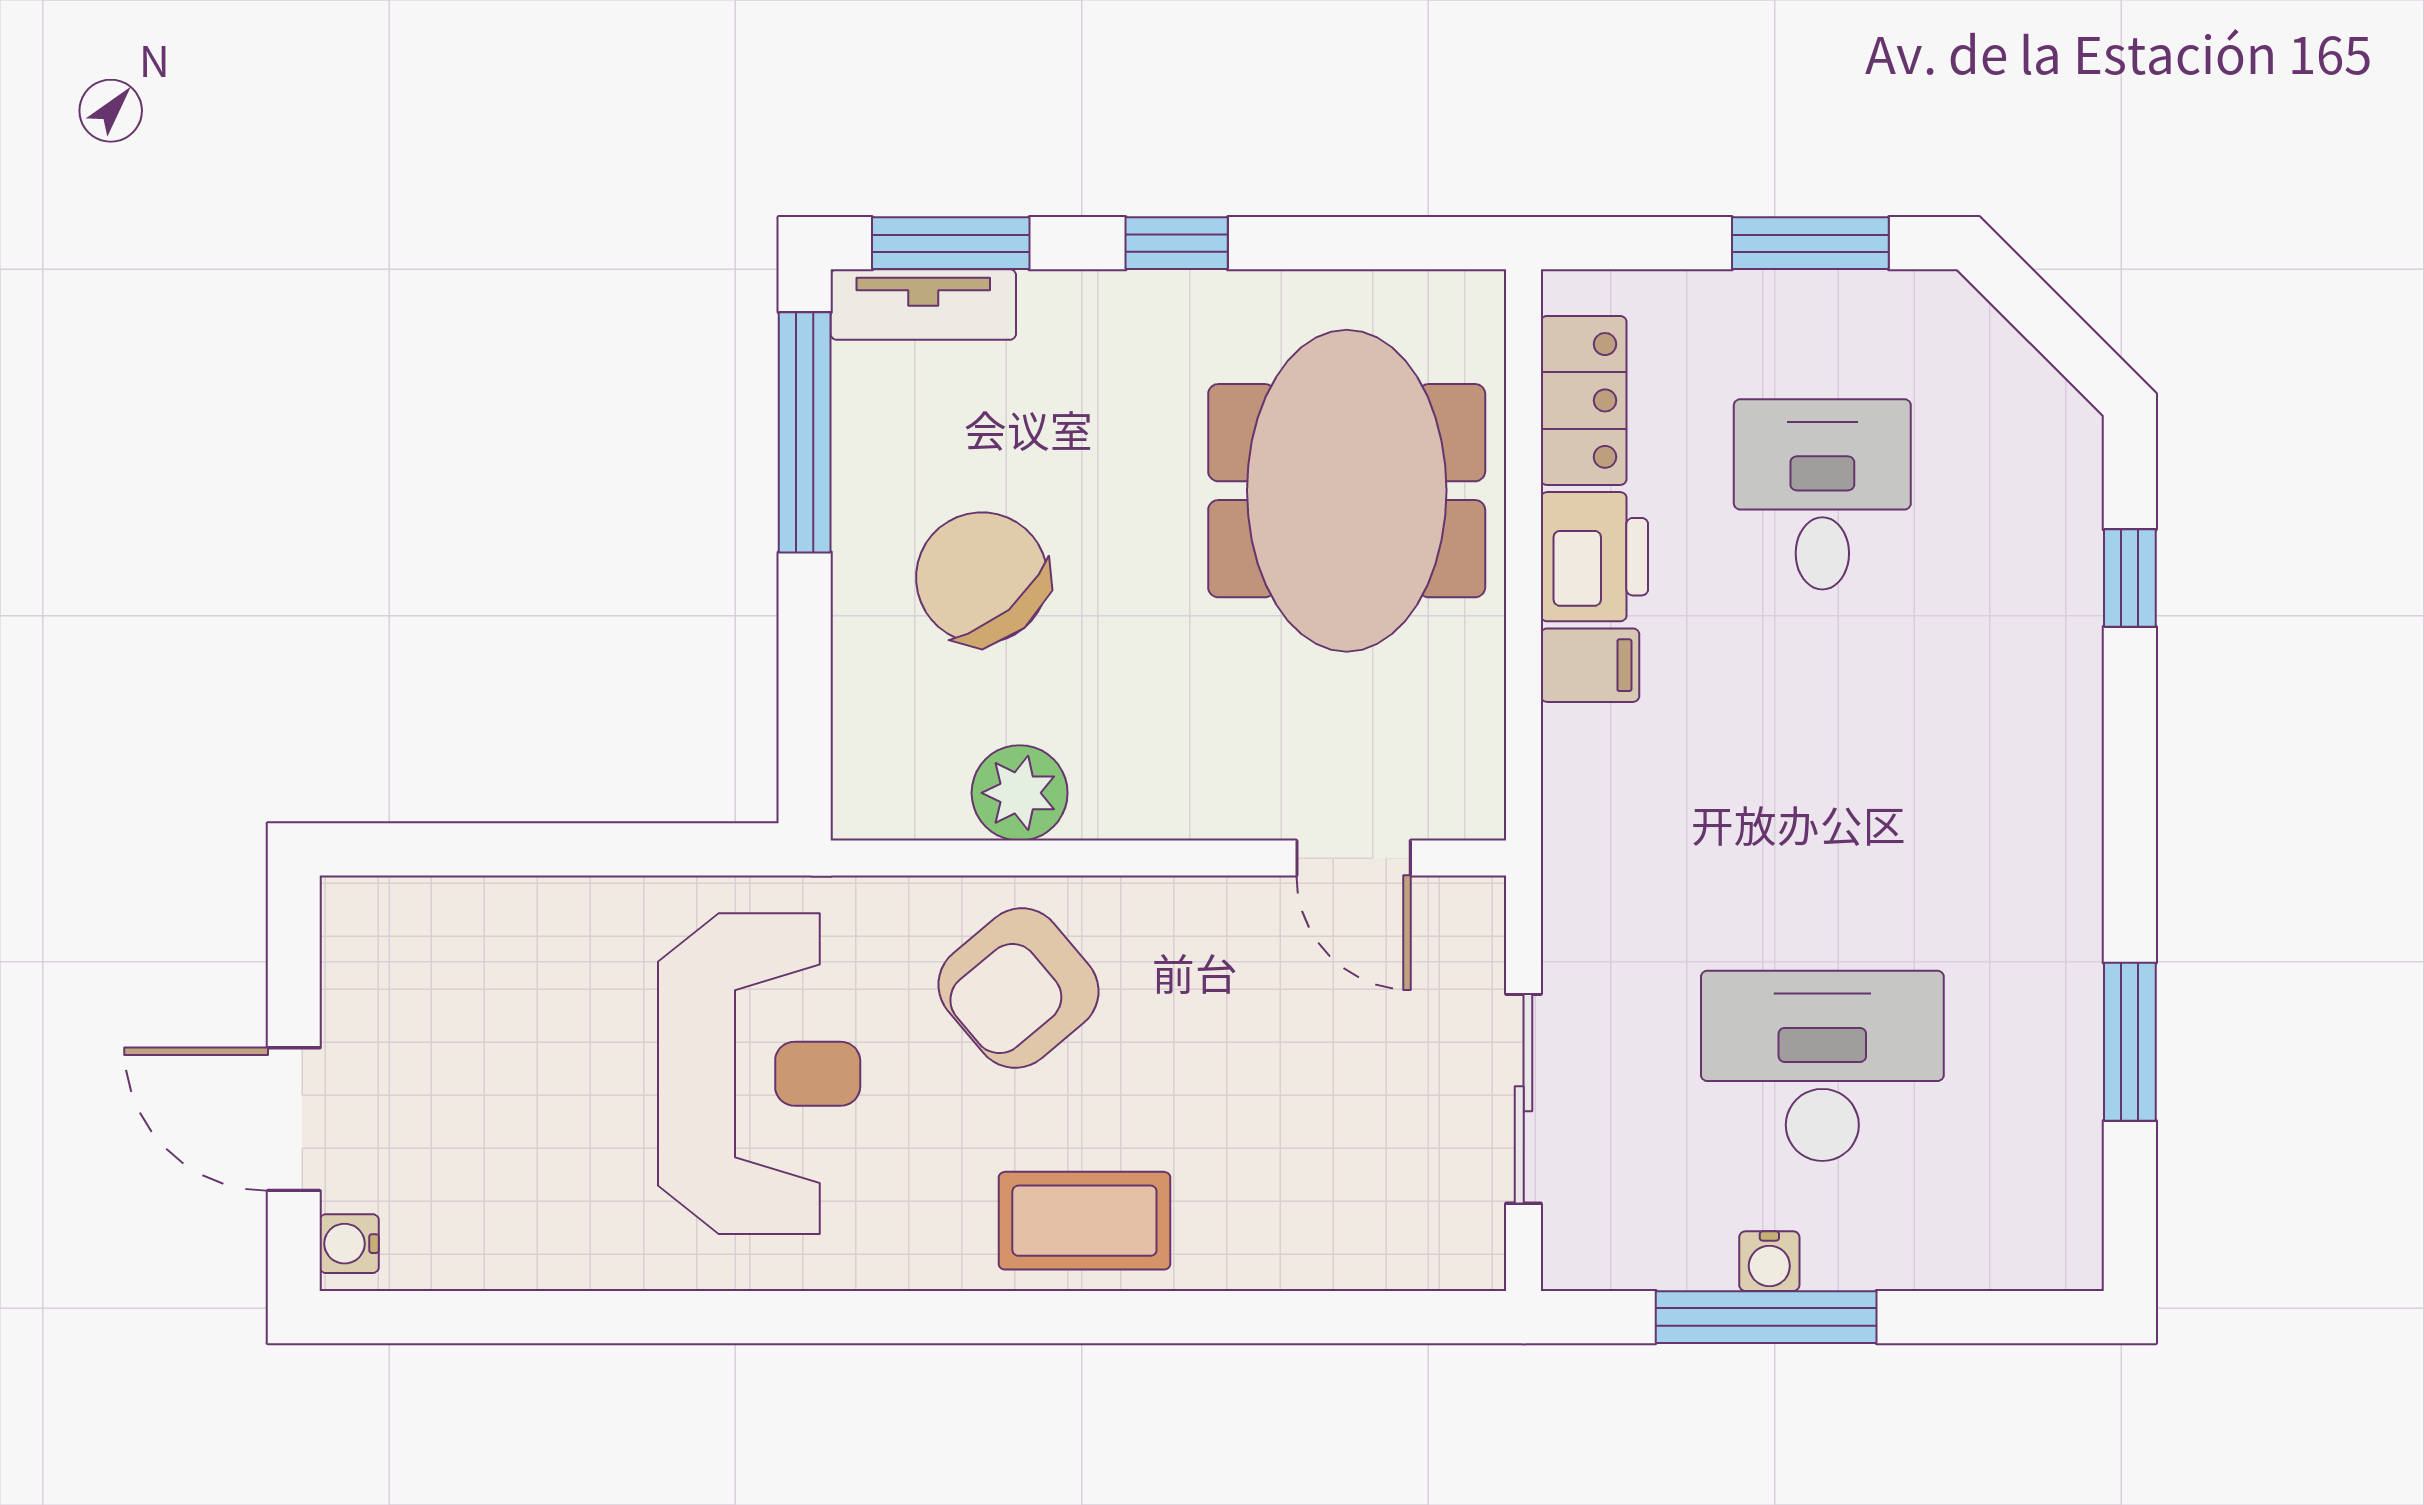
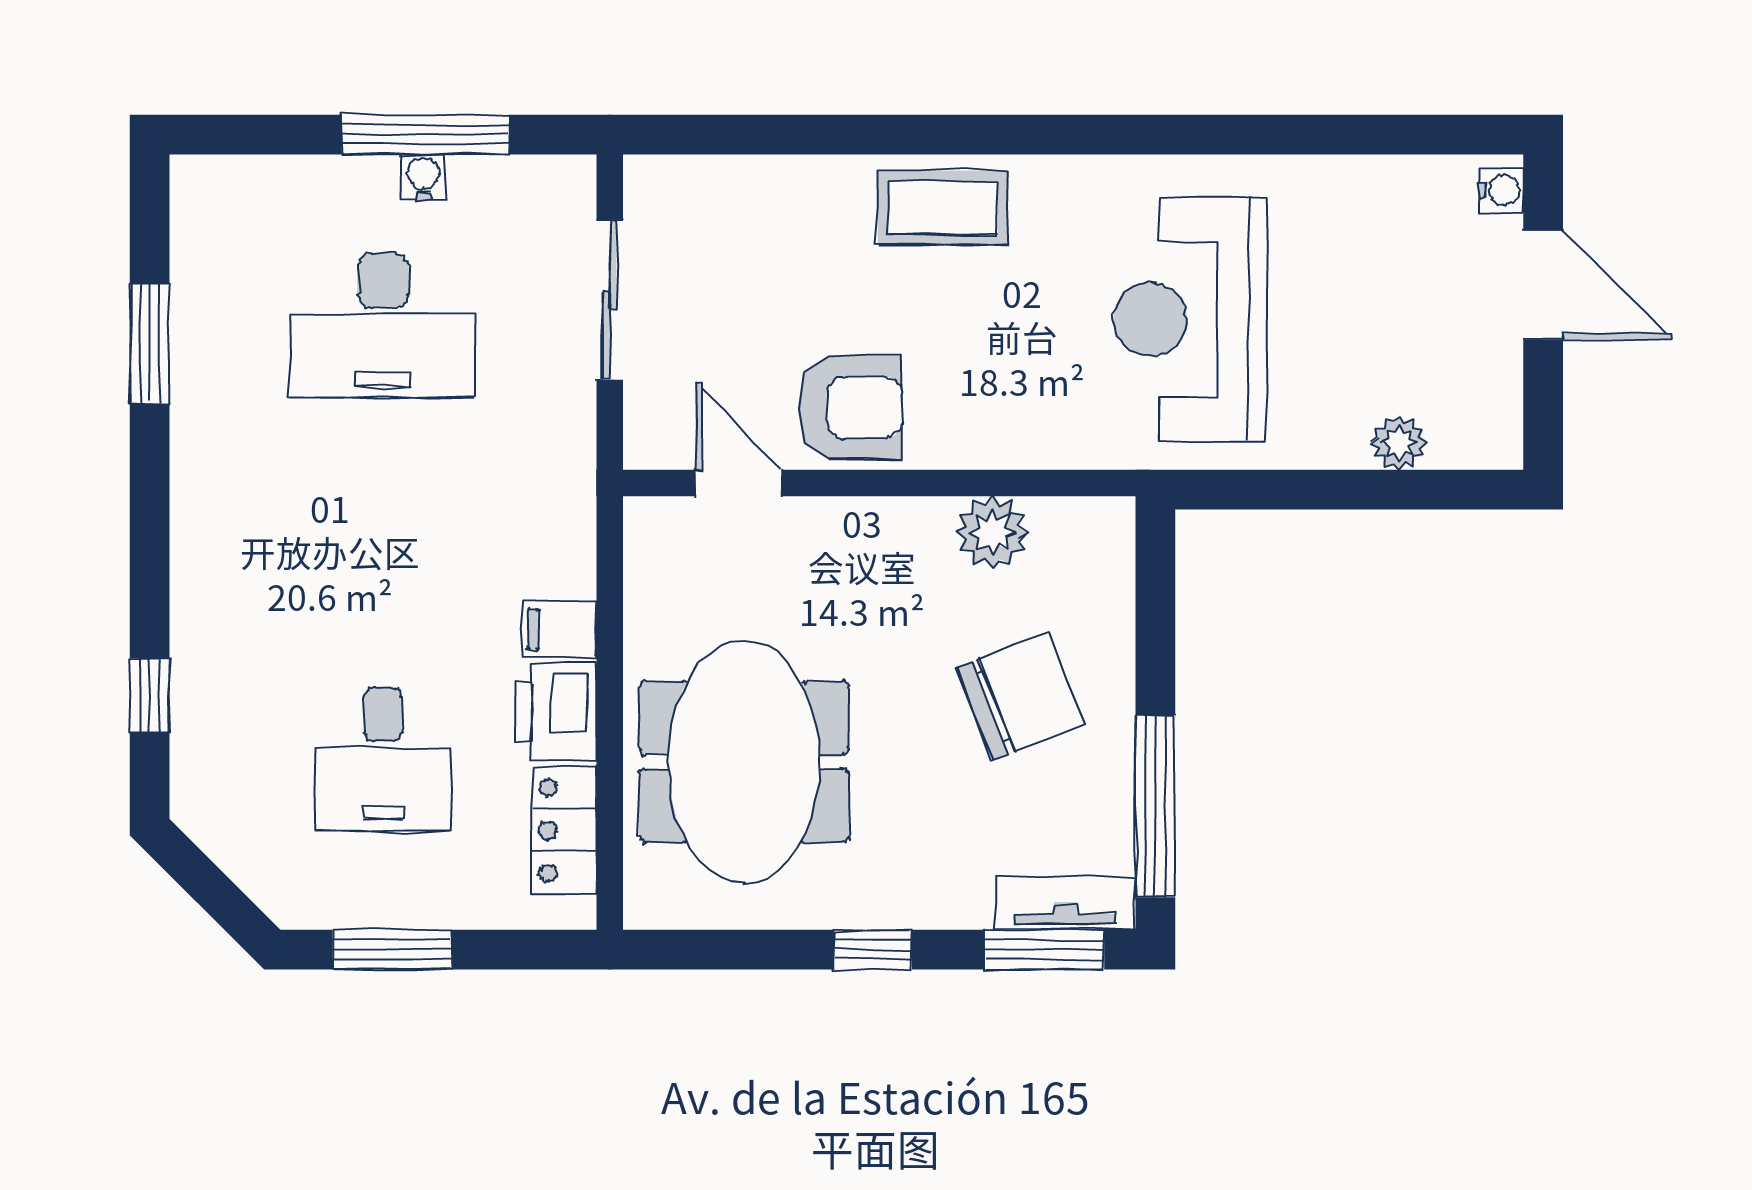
chair: (982, 578) -> (1021, 696), turned -71
plant: (483, 911) -> (1399, 443), added
armchair: (1018, 988) -> (850, 408), moved, turned 40

